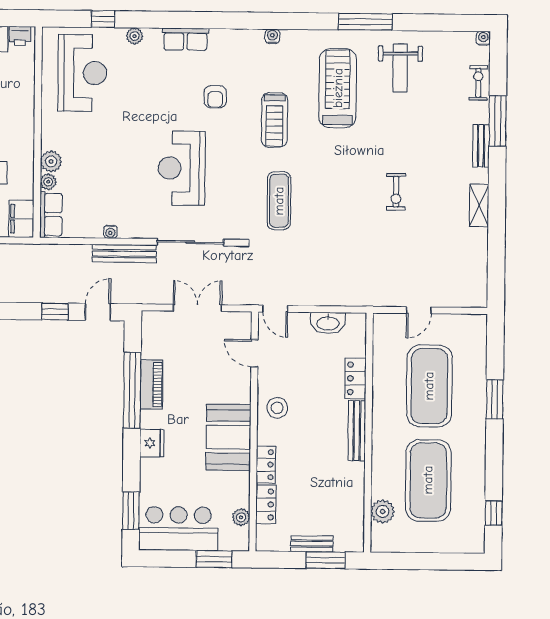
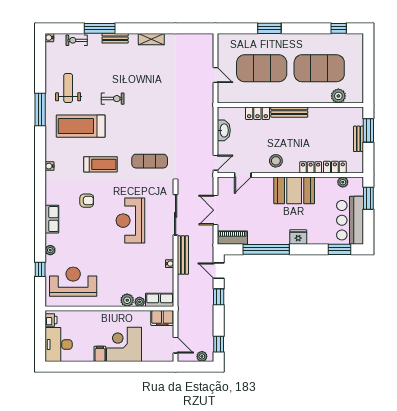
weight bench: (400, 68) -> (68, 88), turned -90
reception desk: (182, 168) -> (130, 221), turned 90
exercise bike: (396, 192) -> (113, 99), moved
piano: (152, 384) -> (232, 238), moved

